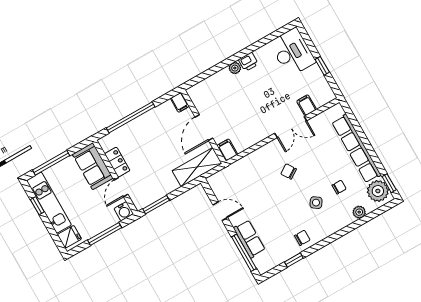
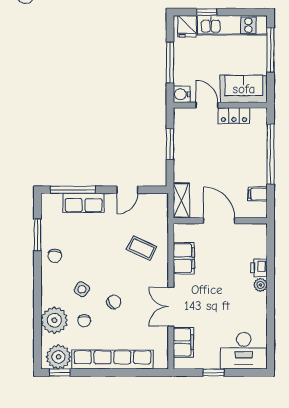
printer: (248, 62) -> (259, 268), moved
filing cabinet: (180, 102) -> (258, 194), moved
filing cabinet: (307, 105) -> (183, 342), width x2.00
filing cabinet: (227, 150) -> (184, 258), moved, width x2.00
shelving: (197, 167) -> (181, 200), width x0.67, depth x0.75
chair: (289, 171) -> (114, 302), moved
coffee table: (259, 175) -> (142, 248), added
window: (156, 205) -> (170, 144), moved
window: (37, 206) -> (207, 12), moved
plant: (359, 212) -> (54, 320), width x1.87, depth x1.87
window: (294, 260) -> (38, 235), width x1.50

